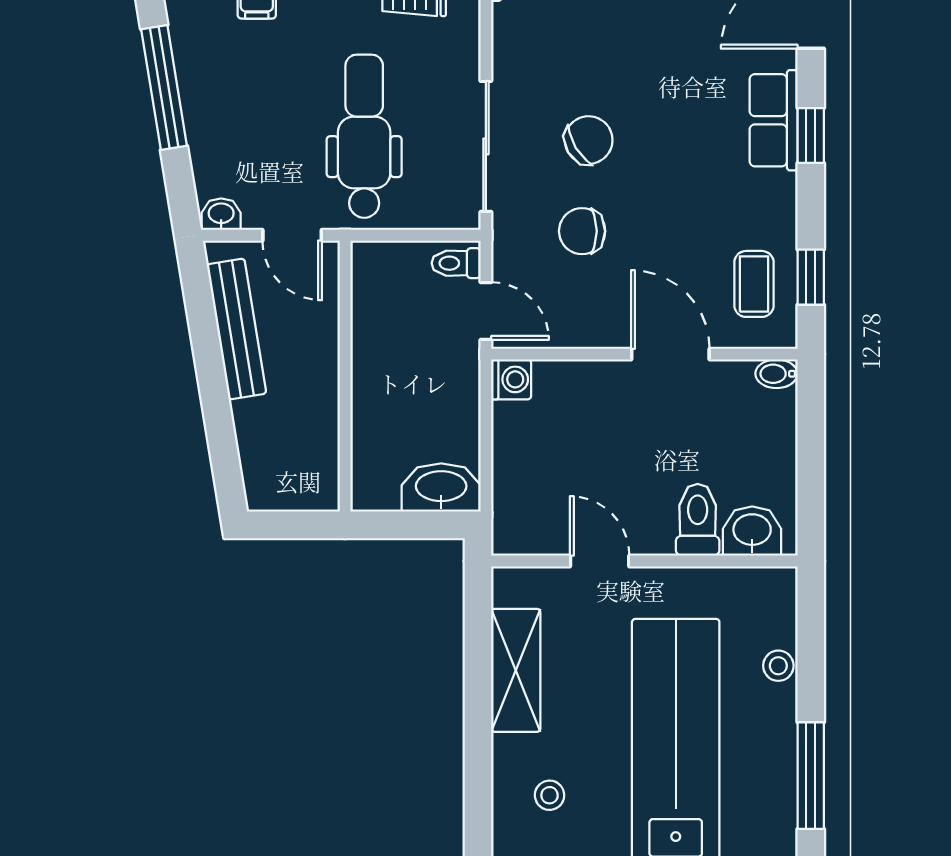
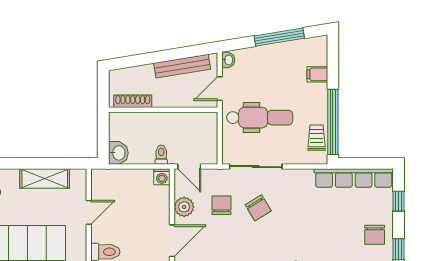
toilet: (456, 263) -> (161, 155), moved
door: (486, 311) -> (189, 167), hinge flipped
plant: (586, 324) -> (184, 207), added
shoe rack: (324, 452) -> (133, 101), added
washbasin: (441, 488) -> (118, 153), width x0.72

